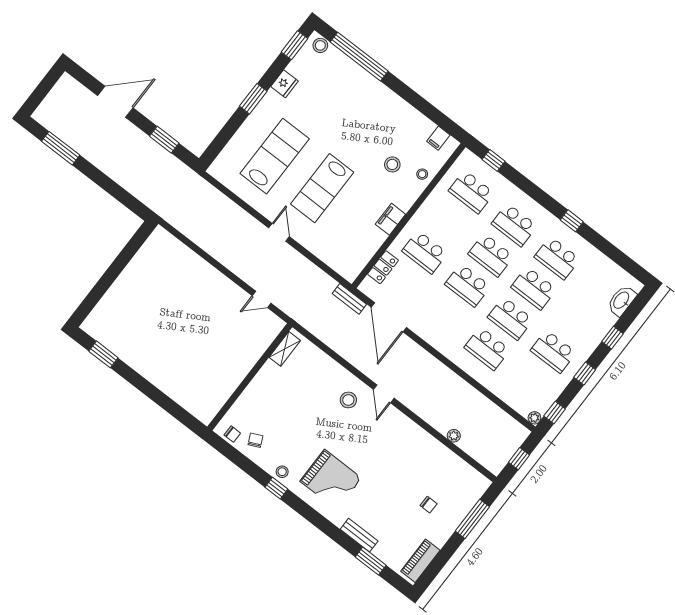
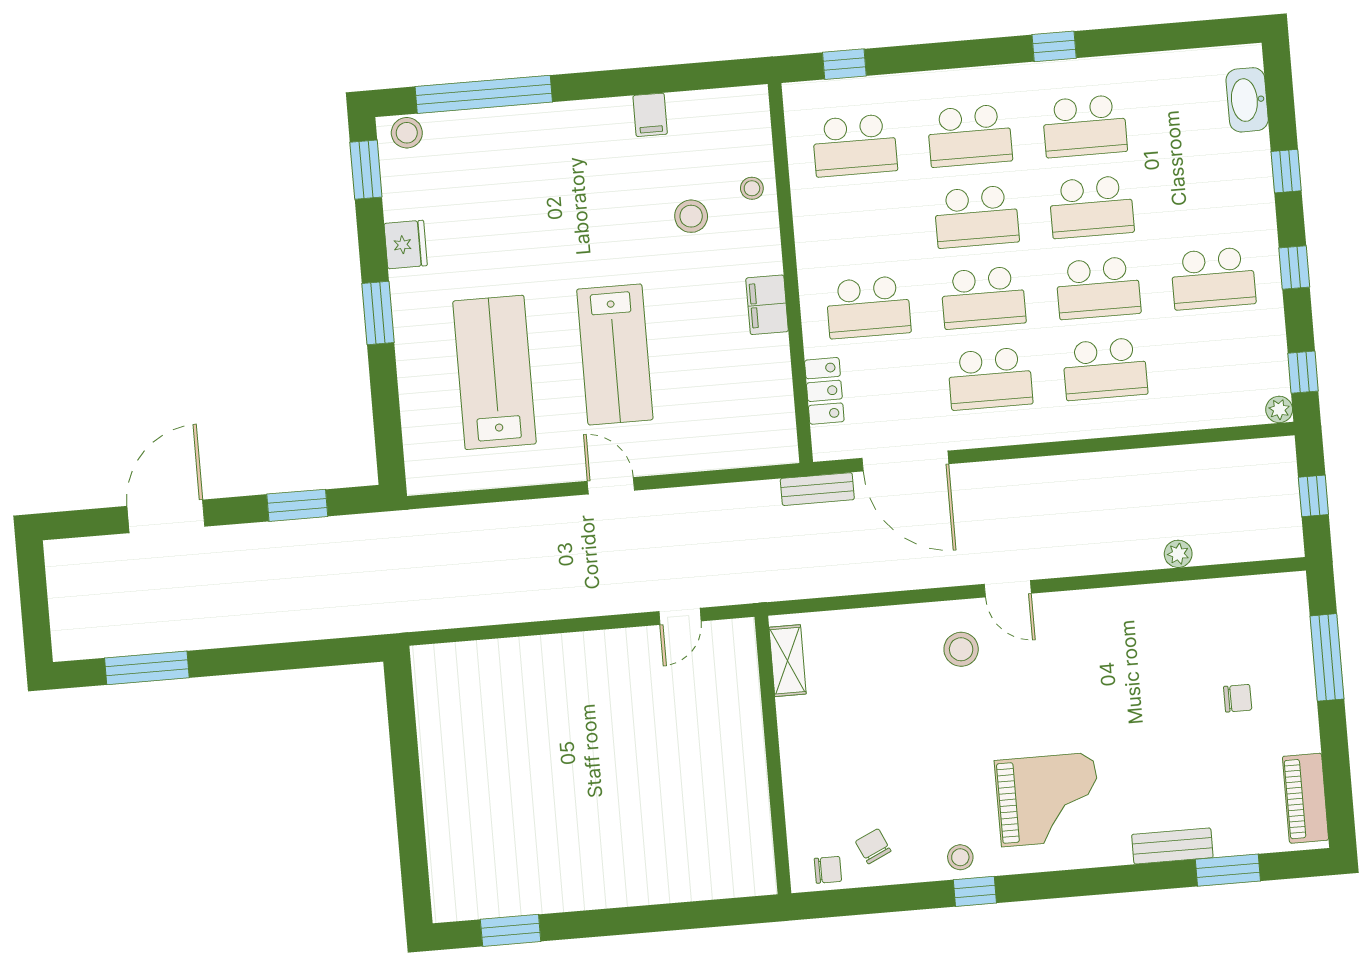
filing cabinet: (438, 138) -> (650, 115), moved
school desk: (444, 315) -> (990, 379), added

